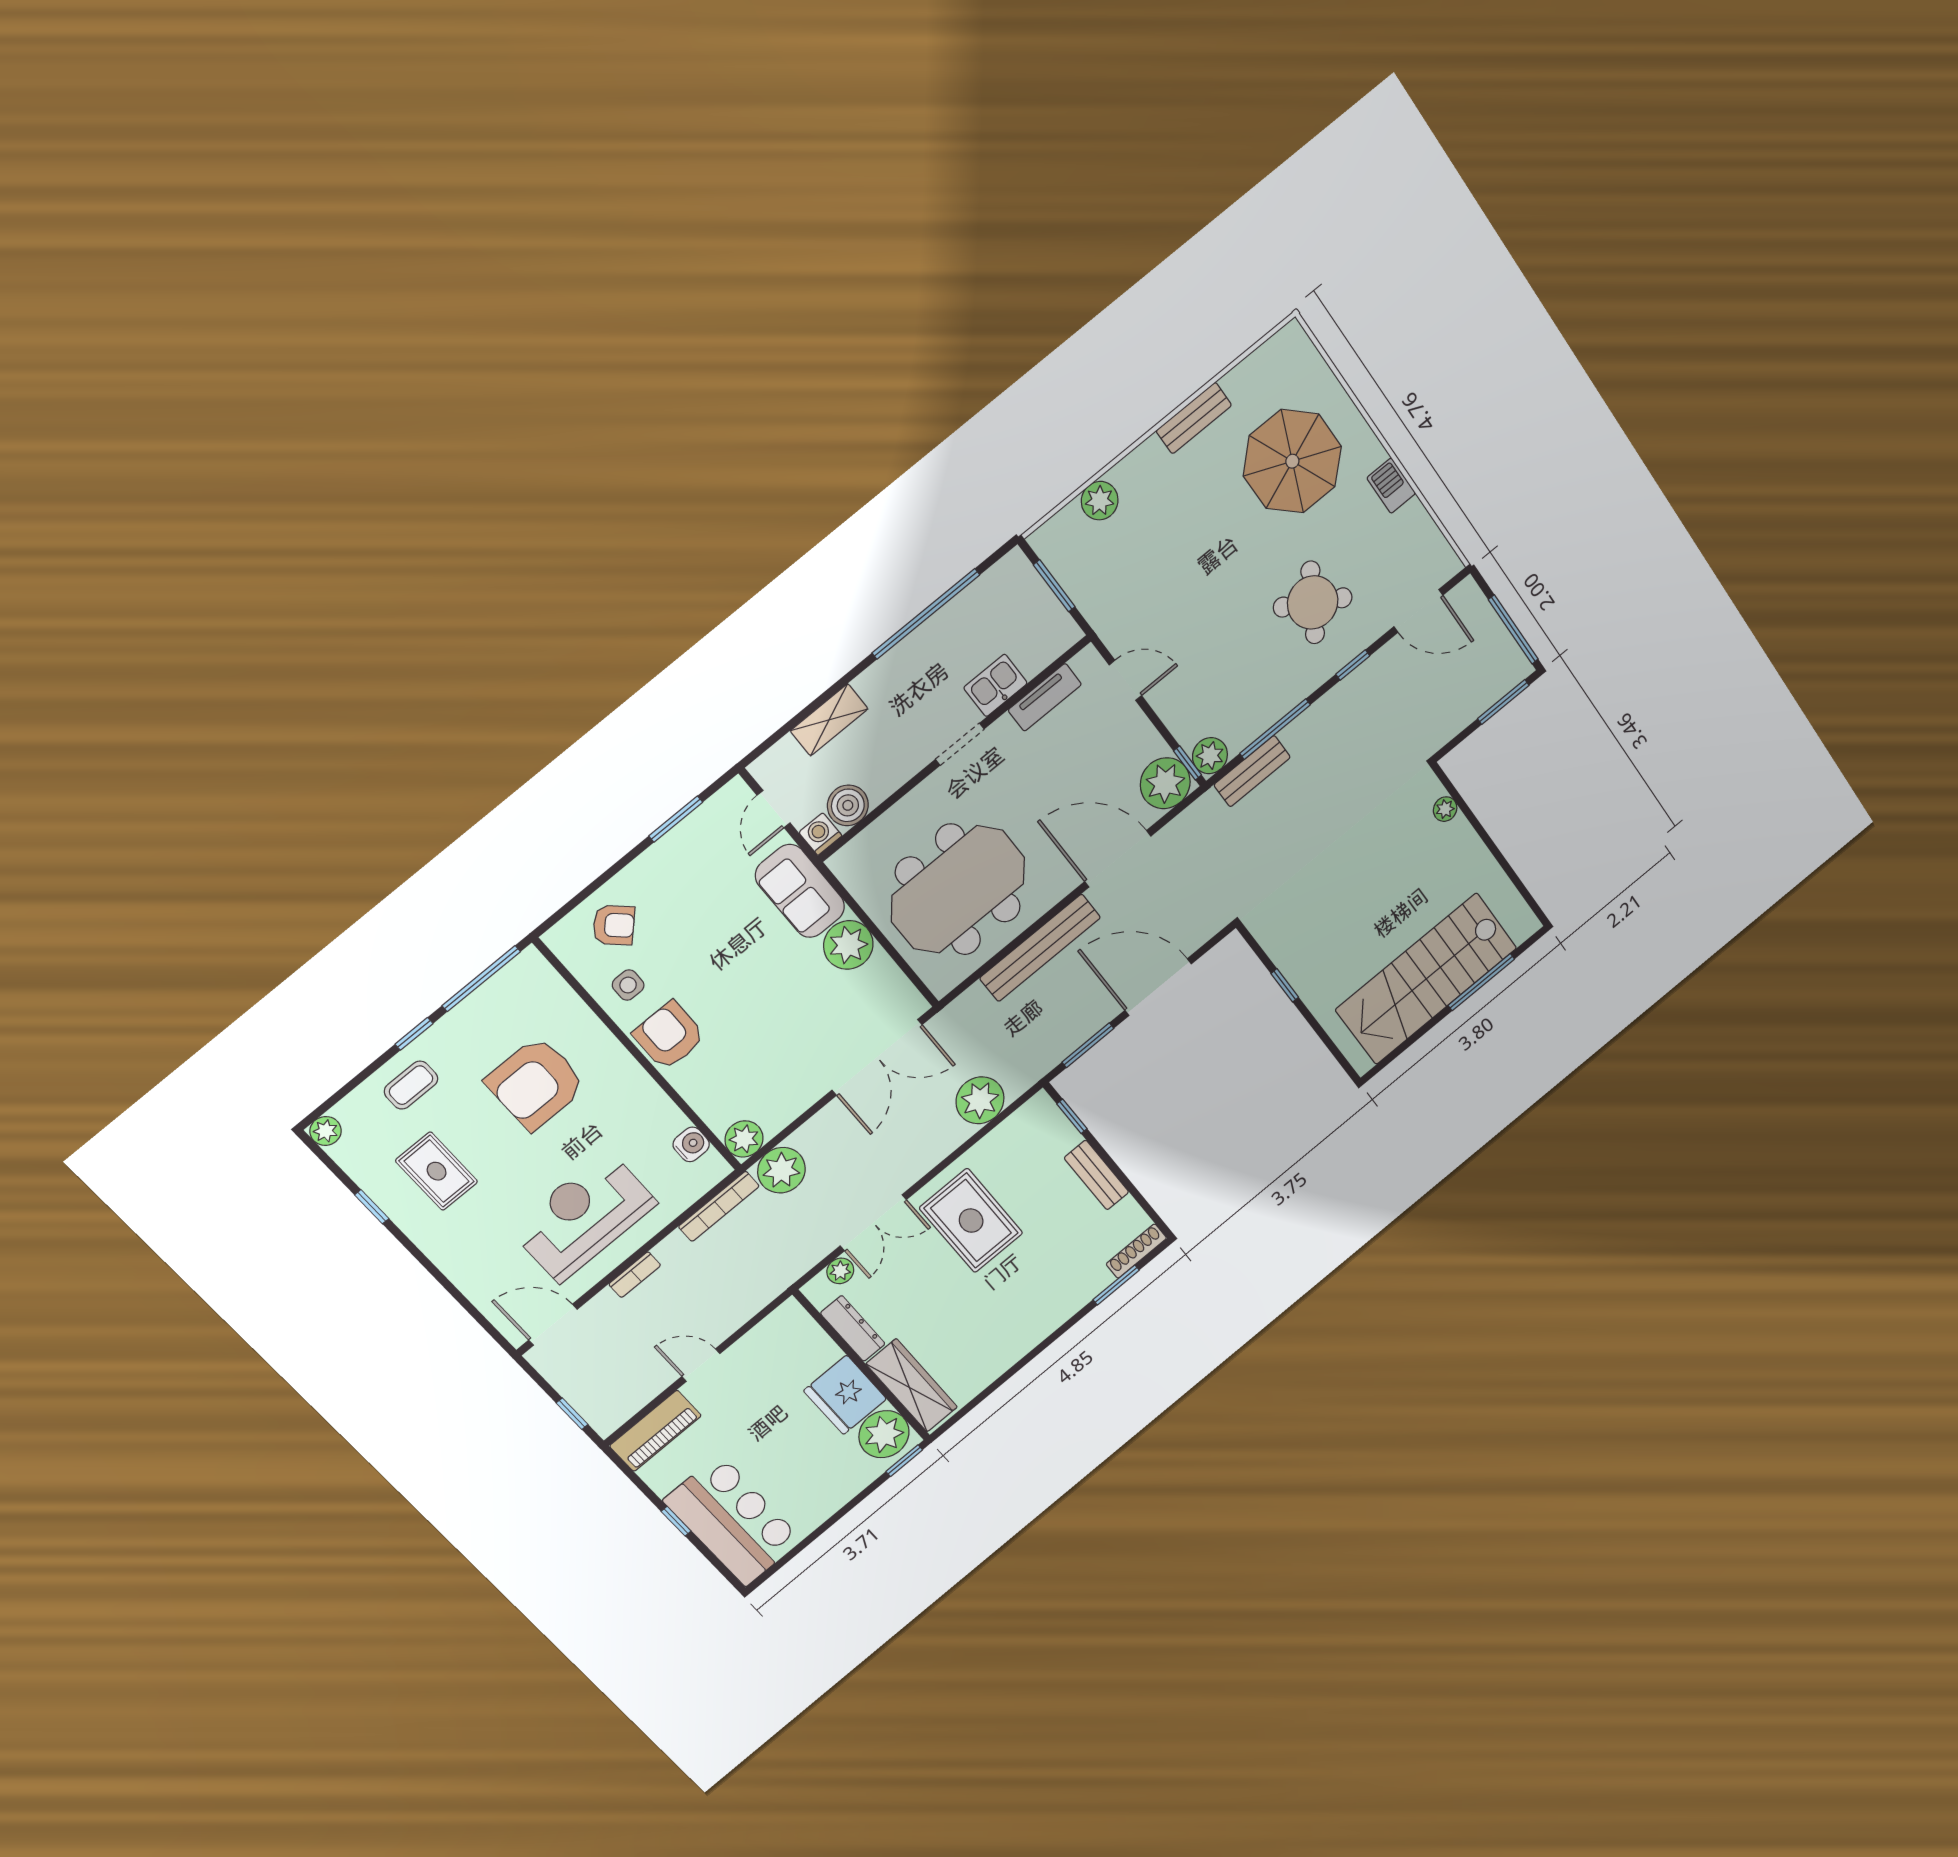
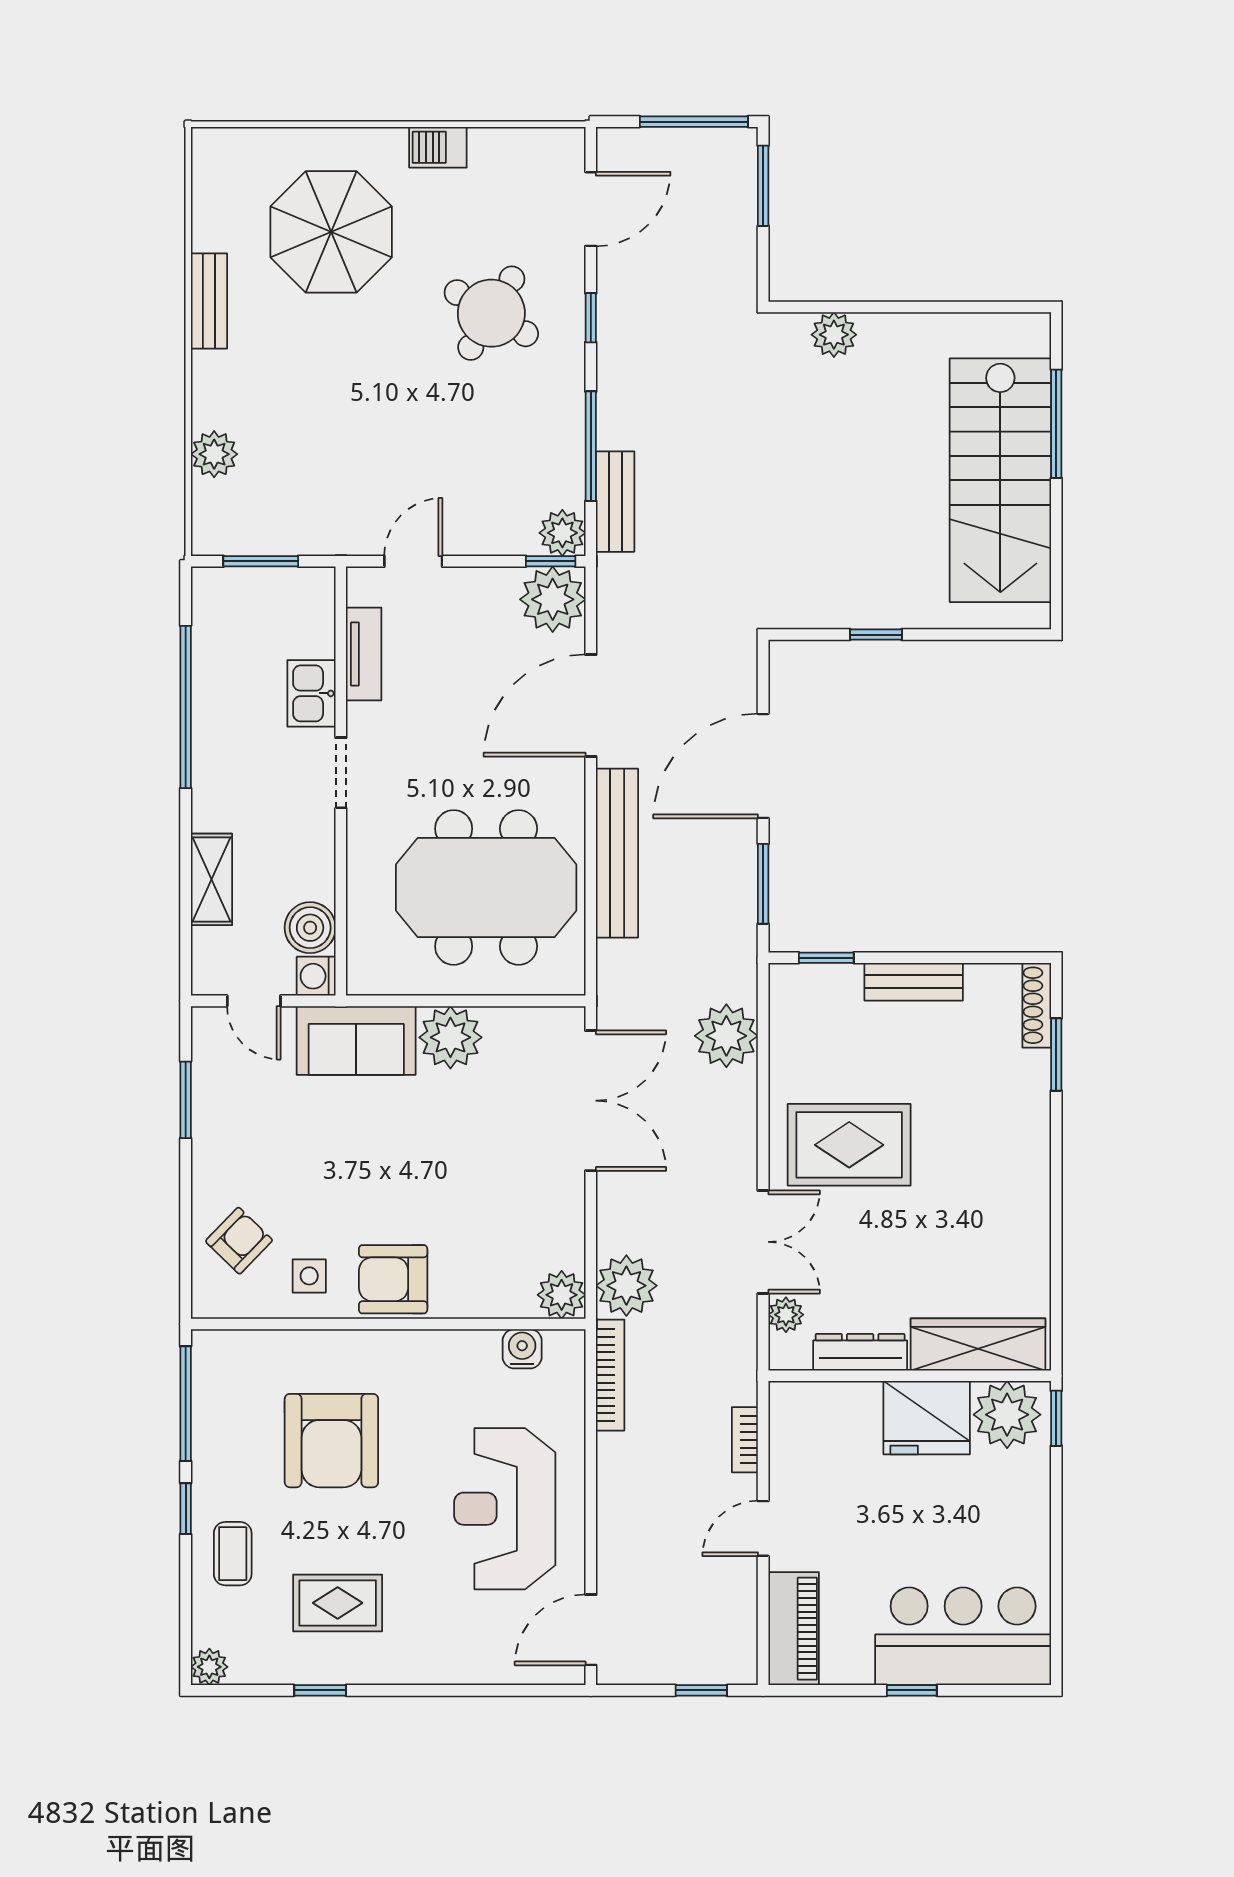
plant: (1445, 809) -> (834, 335), width x1.38, depth x1.38
meeting table: (958, 890) -> (486, 887), turned 90
bookcase: (635, 1275) -> (745, 1440), moved, turned 180

